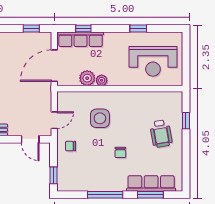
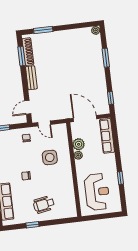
window: (83, 29) -> (115, 137), removed
reception desk: (153, 61) -> (97, 192), turned 180
window: (186, 121) -> (32, 225), moved

